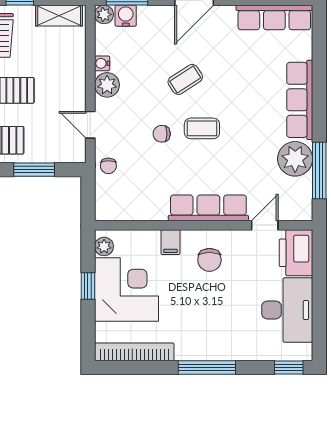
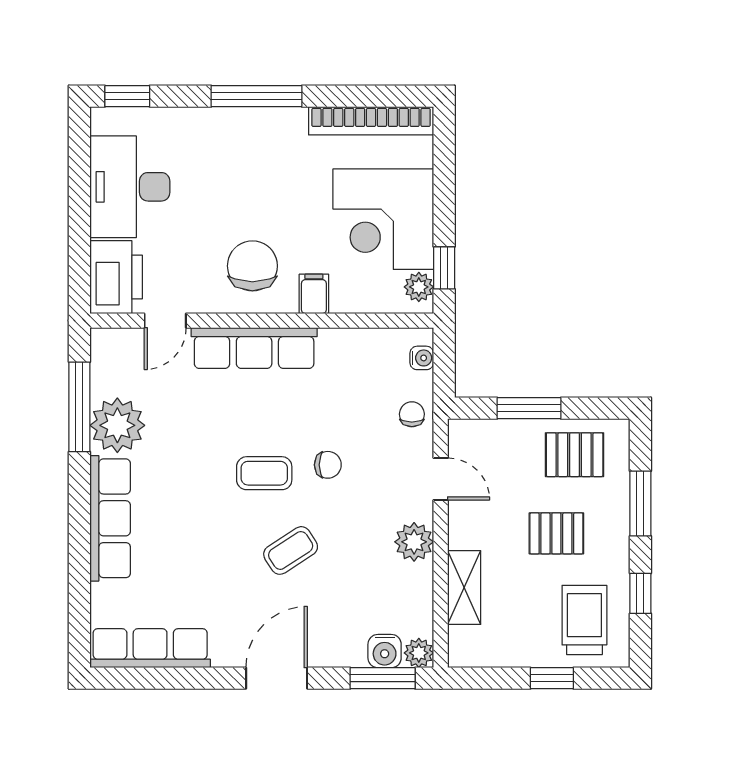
shelving: (59, 16) -> (464, 588), moved, turned 90
water cooler: (102, 63) -> (422, 358), moved
chair: (209, 260) -> (252, 266), width x1.37, depth x1.37
window: (88, 286) -> (444, 268), moved

